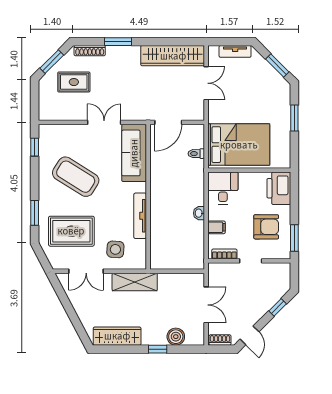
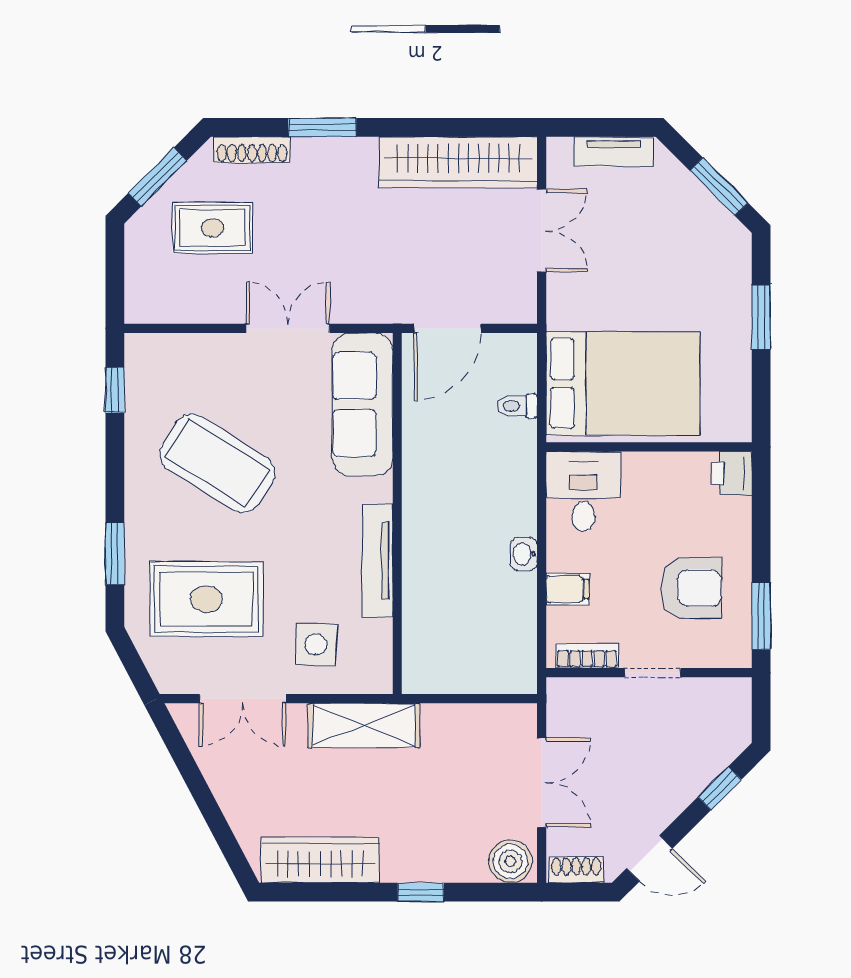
printer: (279, 188) -> (732, 473), width x0.53, depth x0.68
door: (249, 335) -> (650, 858), hinge flipped
boiler: (176, 337) -> (510, 861), moved

